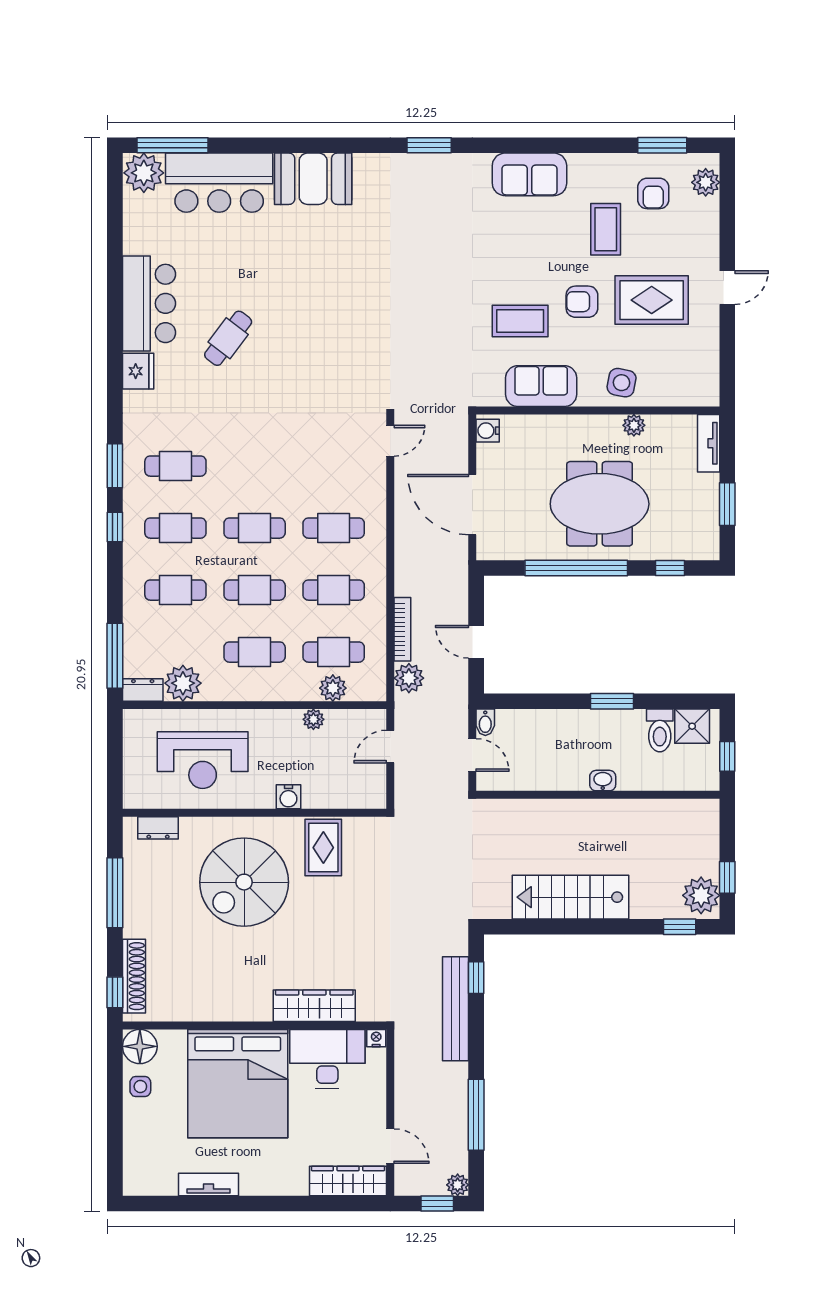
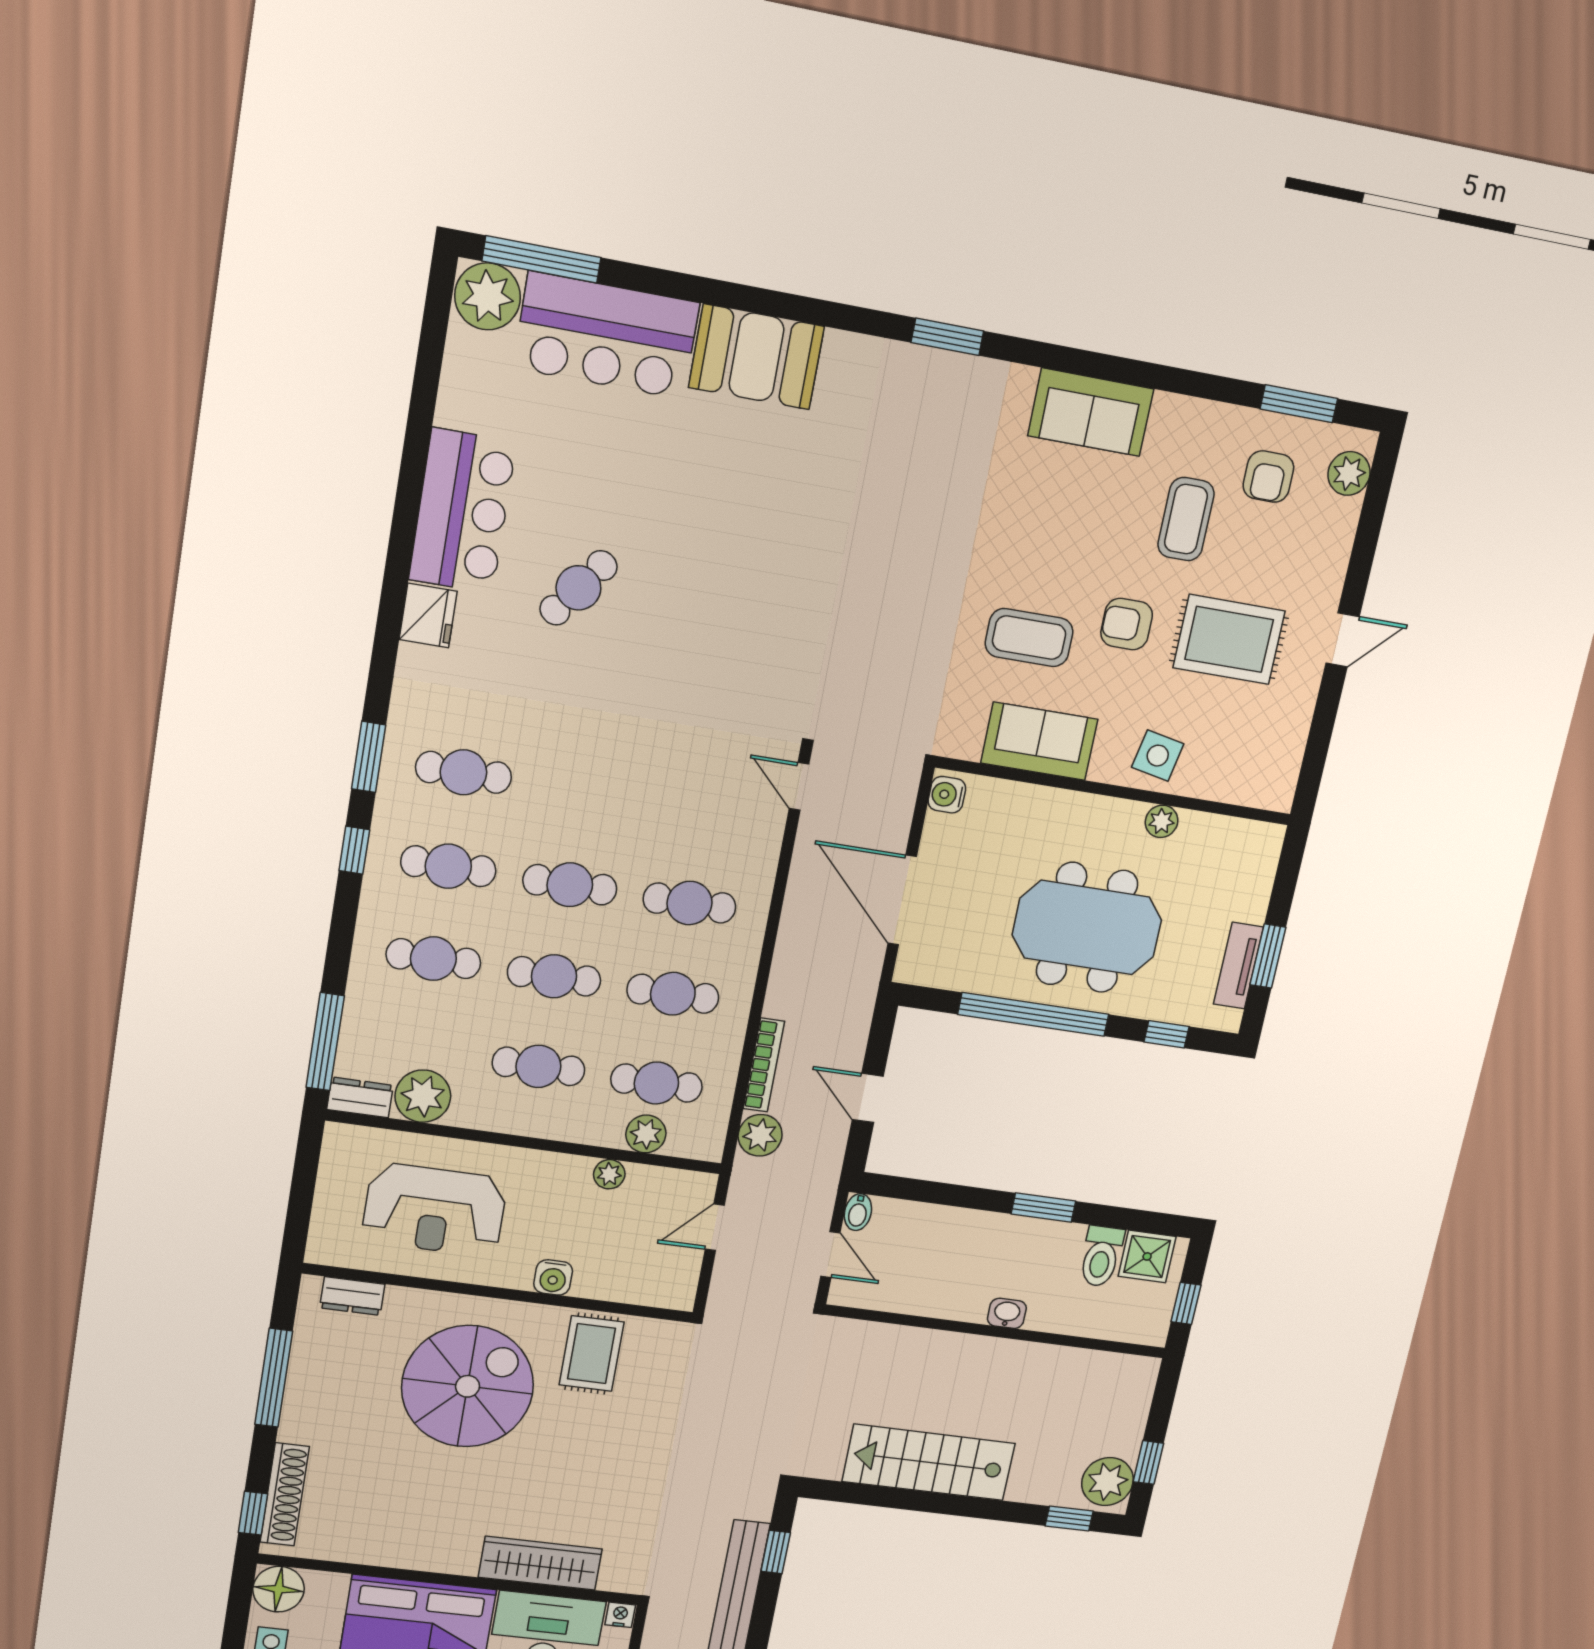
door: (390, 441) -> (799, 786), swing flipped
tv unit: (709, 443) -> (1238, 966), moved
spiral stairs: (244, 882) -> (468, 1386), turned 180

